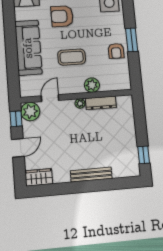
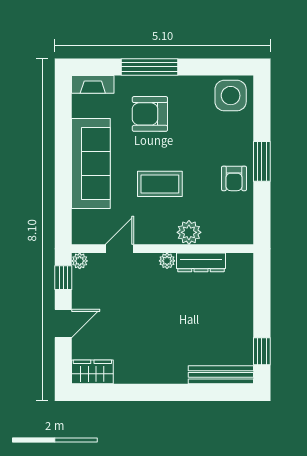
plant: (30, 112) -> (80, 261), width x0.53, depth x0.53
bench: (91, 175) -> (221, 375), moved

